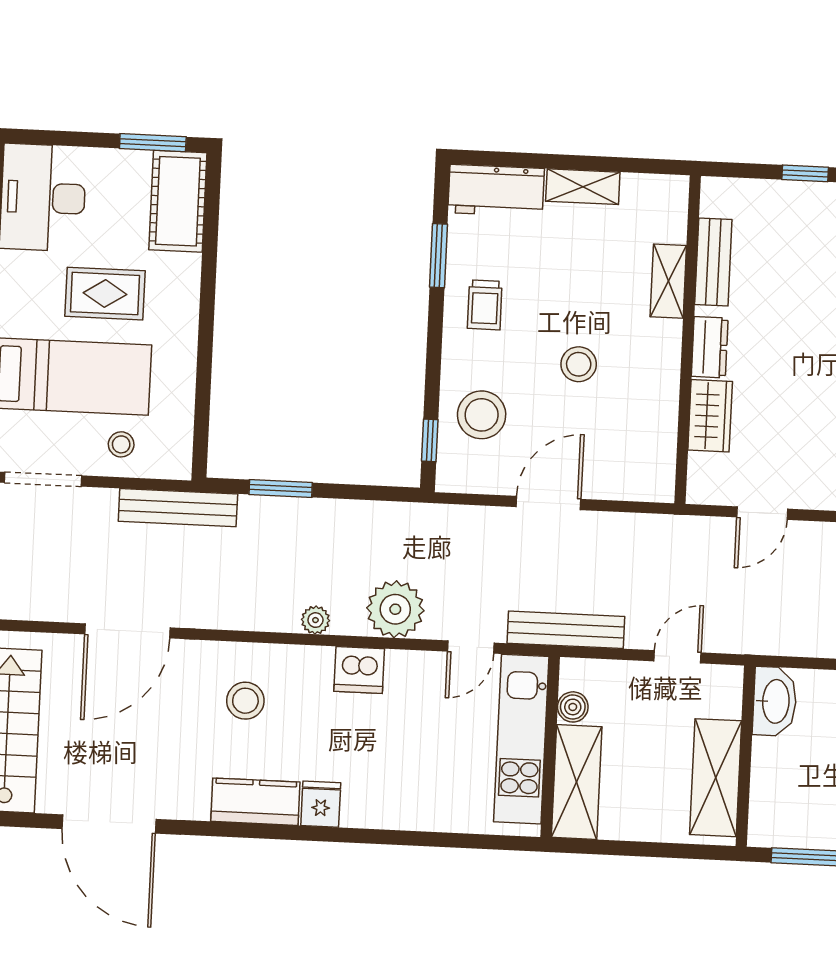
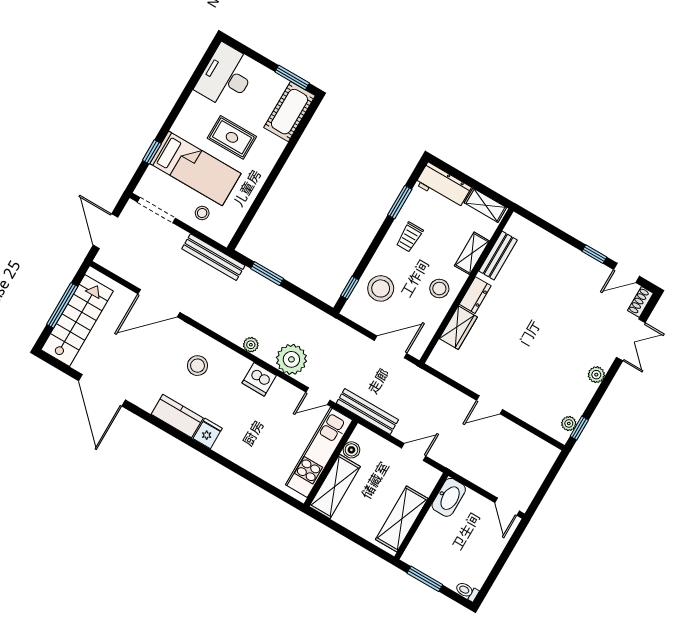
bench: (713, 262) -> (498, 255), moved
shelving: (668, 281) -> (472, 253), moved
wall: (688, 340) -> (466, 286), moved
dresser: (710, 347) -> (475, 295), moved
wardrobe: (710, 416) -> (458, 328), moved

